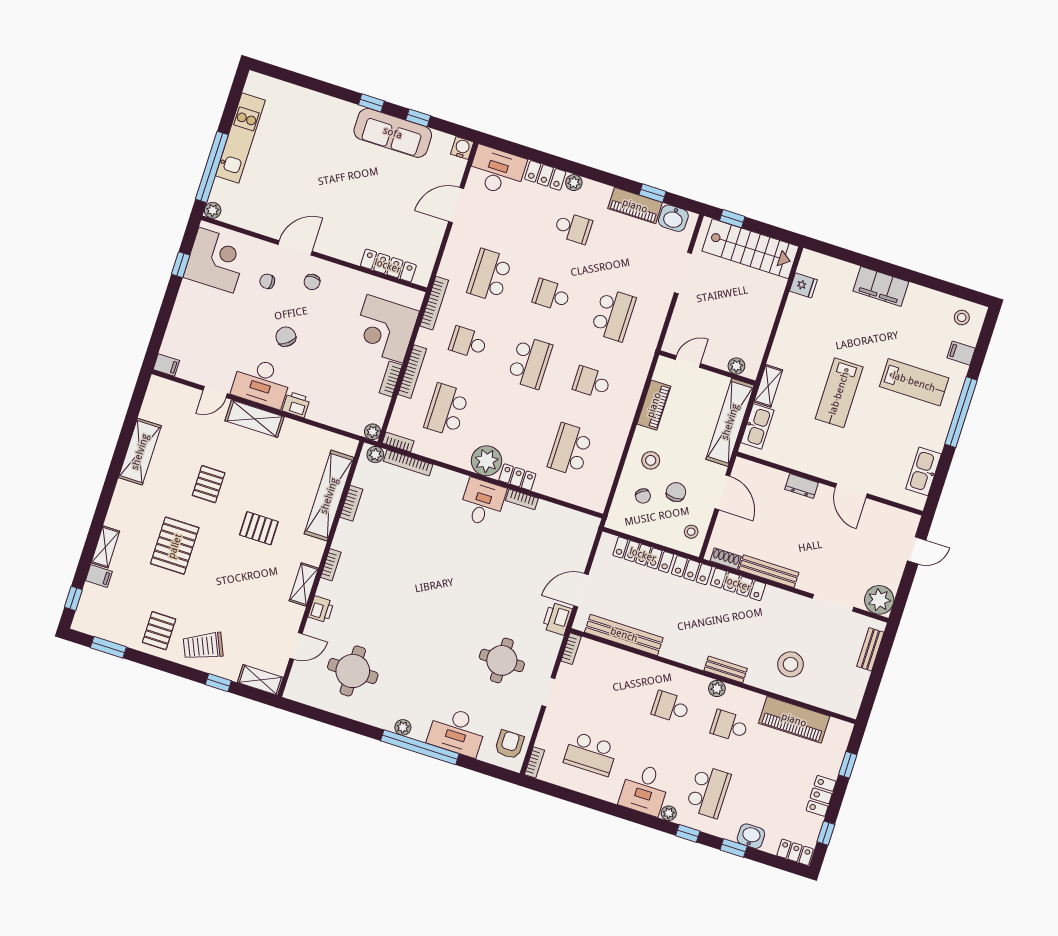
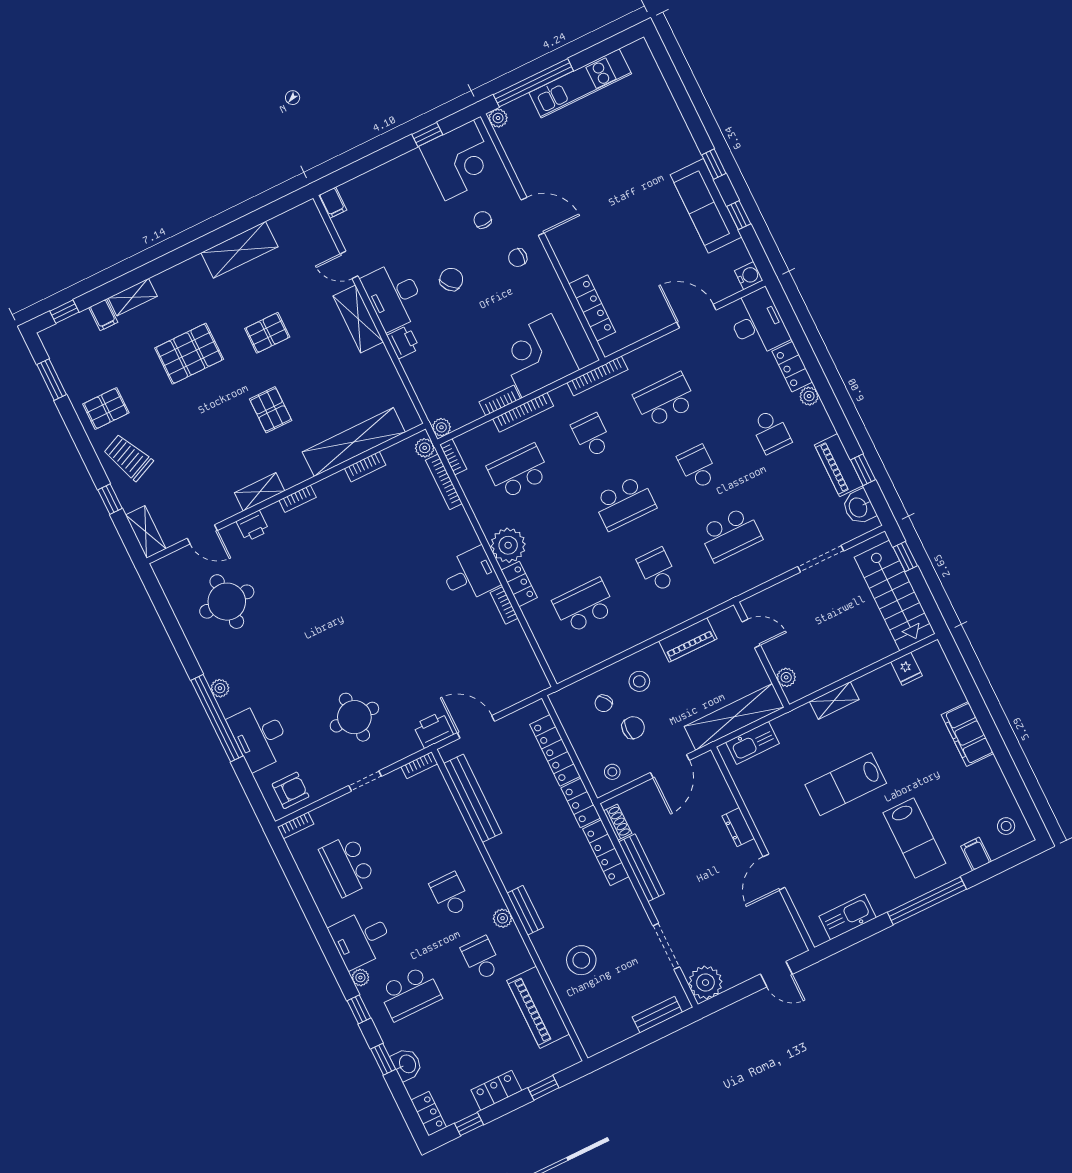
shelving: (768, 386) -> (834, 700), moved

